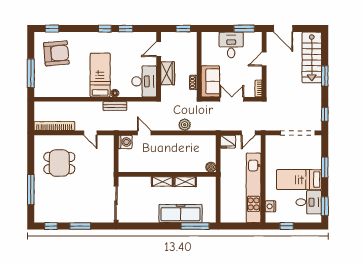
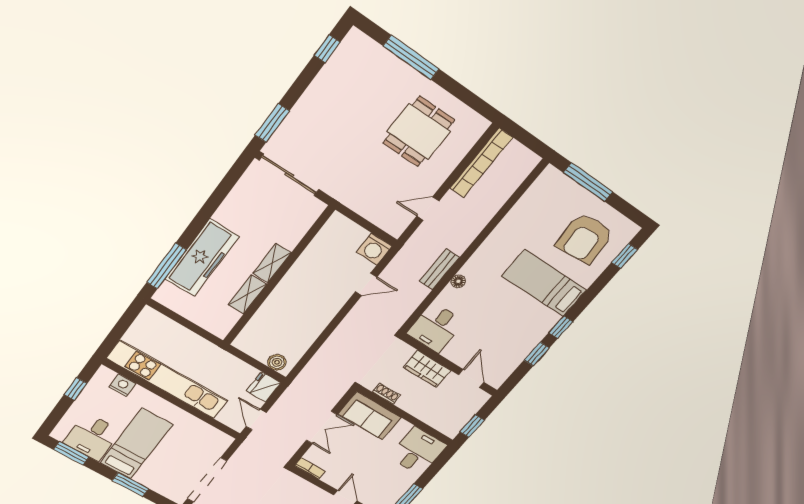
desk: (231, 45) -> (418, 451), moved, turned -90
bed: (100, 75) -> (544, 283), moved, turned 180
desk: (144, 81) -> (436, 328), width x0.73
plant: (185, 125) -> (334, 346), removed
boiler: (211, 167) -> (277, 362), moved
window: (80, 226) -> (272, 123), moved

